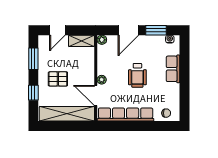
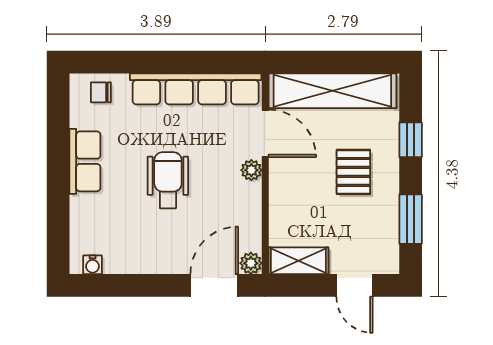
door: (57, 30) -> (354, 285), swing flipped
door: (128, 30) -> (214, 285), moved
window: (156, 30) -> (125, 285), removed
row of seats: (173, 69) -> (85, 161), moved
pallet: (58, 79) -> (353, 172), turned 90

